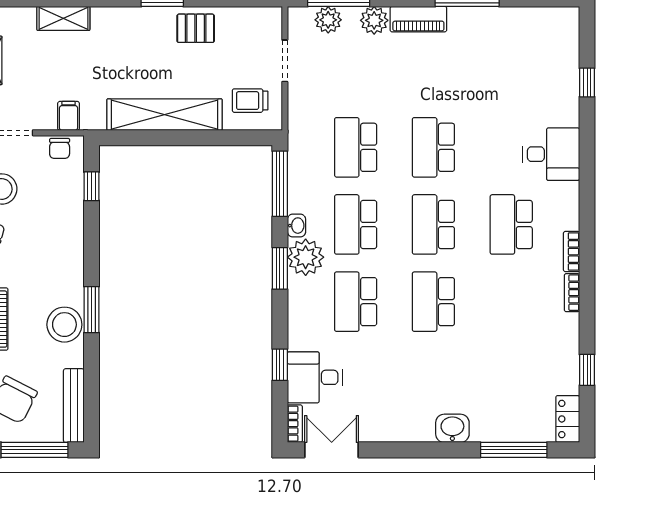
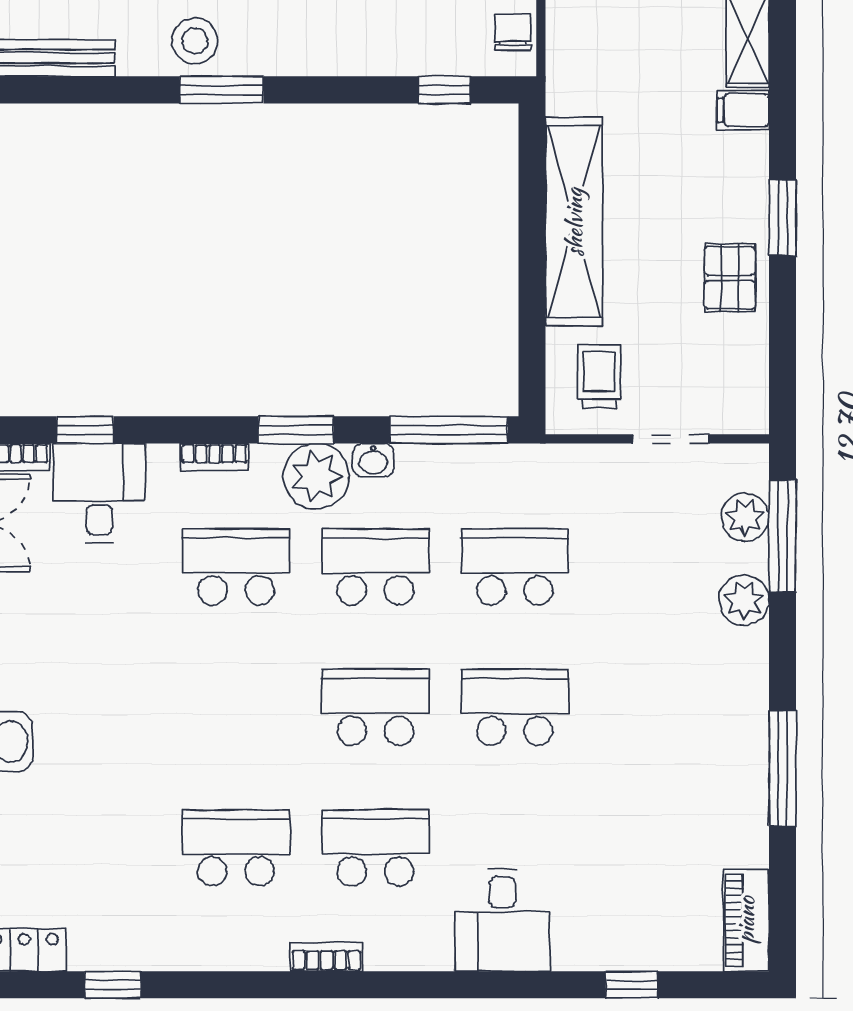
piano: (418, 19) -> (746, 920), moved
filing cabinet: (69, 116) -> (743, 110), moved, turned 180
chair: (60, 148) -> (513, 32), turned 90
bookcase: (572, 293) -> (214, 457), moved, turned 180
school desk: (433, 302) -> (236, 848), moved
stool: (64, 325) -> (195, 41), width x0.73, depth x0.73
window: (280, 365) -> (85, 430), moved

